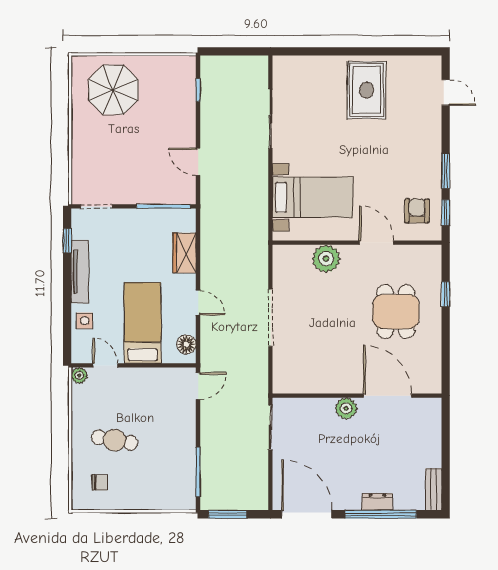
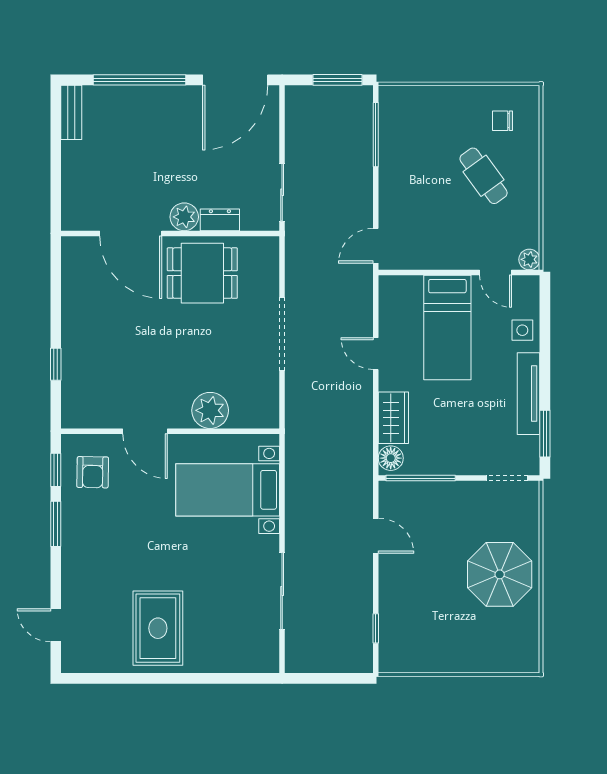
parasol: (113, 90) -> (500, 574), moved
window: (67, 241) -> (545, 434), width x1.50
dining table: (396, 312) -> (202, 273), moved, turned 90
floor lamp: (186, 344) -> (391, 458), moved
cafe table: (115, 440) -> (484, 176), turned 44
dresser: (377, 502) -> (220, 220), moved, turned 180
door: (307, 514) -> (235, 80), hinge flipped

